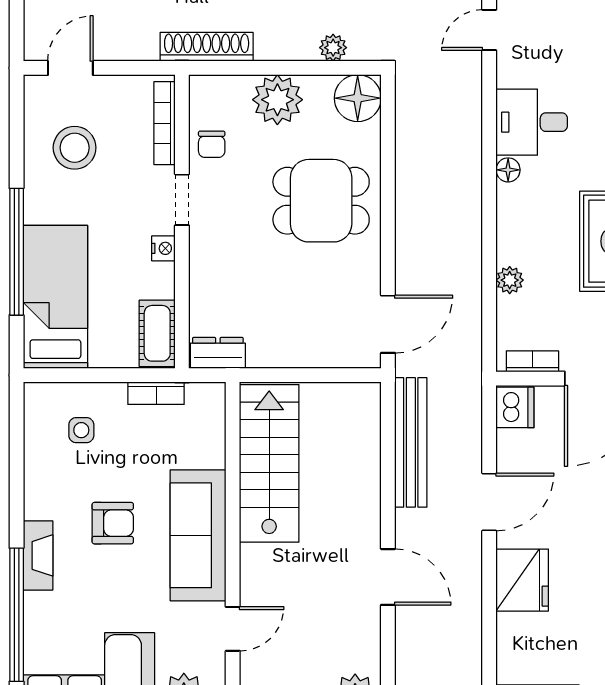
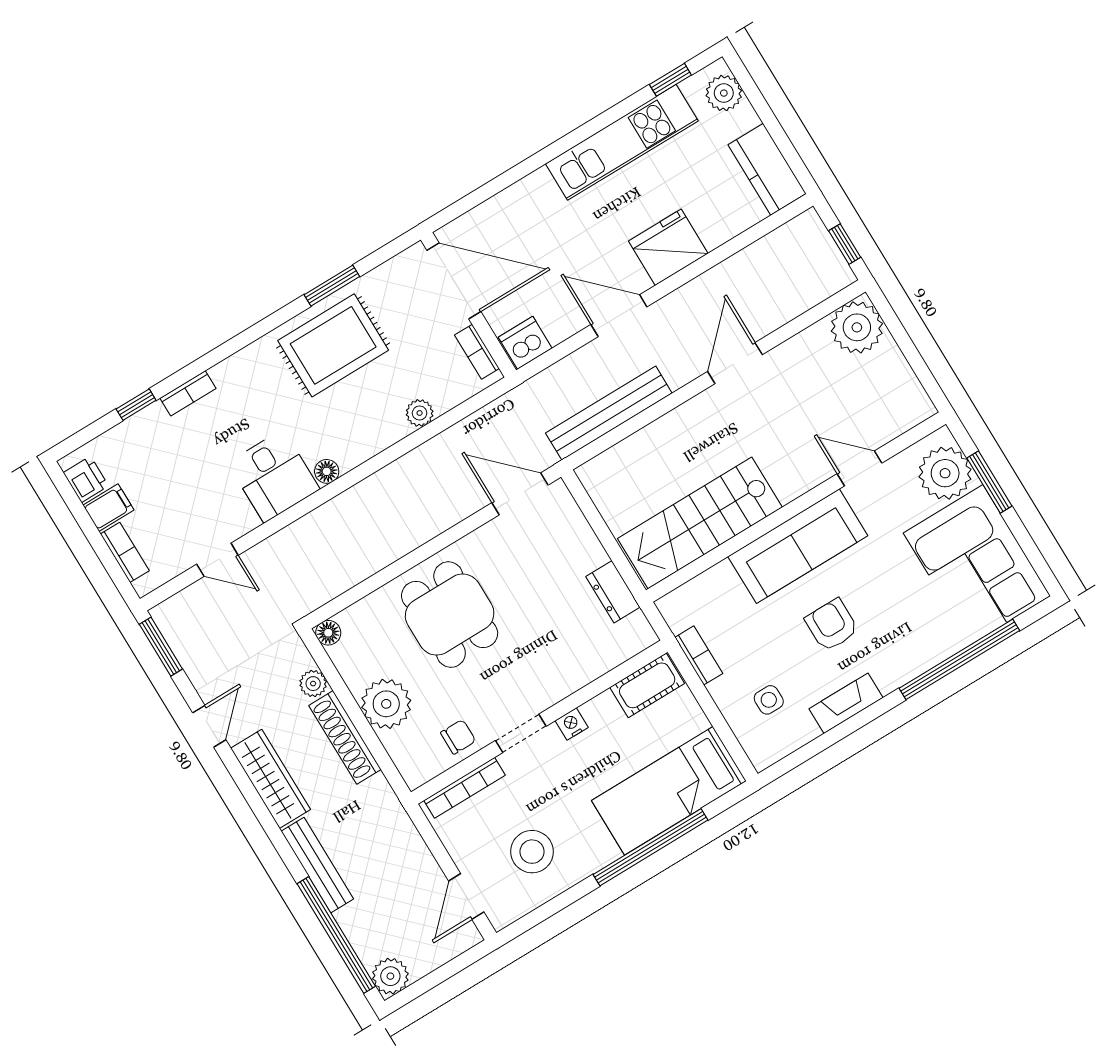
shoe rack: (207, 47) -> (345, 737), moved
door: (70, 68) -> (466, 896), hinge flipped
floor lamp: (358, 98) -> (328, 633), width x0.53, depth x0.53
dresser: (218, 353) -> (613, 592), moved
fireplace: (38, 555) -> (846, 703), moved

